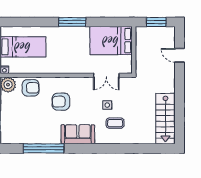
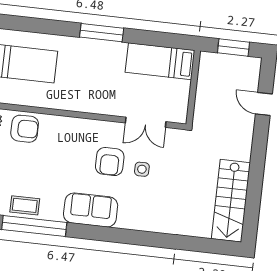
bed: (111, 41) -> (160, 61), width x0.67
armchair: (61, 102) -> (110, 162), moved, turned -90
coffee table: (115, 123) -> (25, 205), moved

